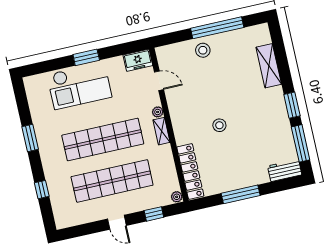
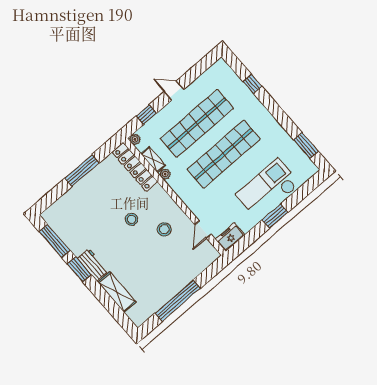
stool: (203, 50) -> (164, 229), moved
door: (159, 81) -> (203, 229), hinge flipped
plant: (158, 112) -> (165, 174), moved
shelving: (161, 131) -> (153, 160), moved
window: (30, 138) -> (306, 146), moved
workbench: (285, 170) -> (93, 265), moved, turned -90

